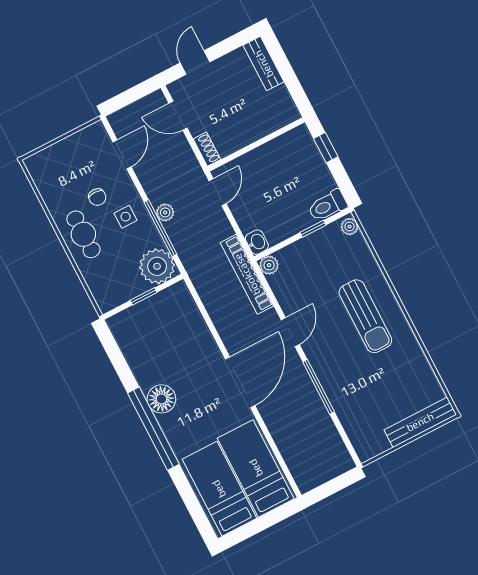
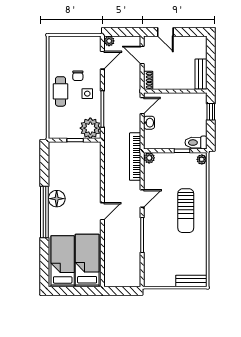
door: (195, 62) -> (165, 32), swing flipped
bench: (264, 64) -> (201, 74), moved
plant: (165, 212) -> (109, 41), moved
washbasin: (257, 242) -> (149, 123), moved
door: (240, 382) -> (102, 211), width x0.53
bench: (420, 422) -> (191, 281), width x0.73

